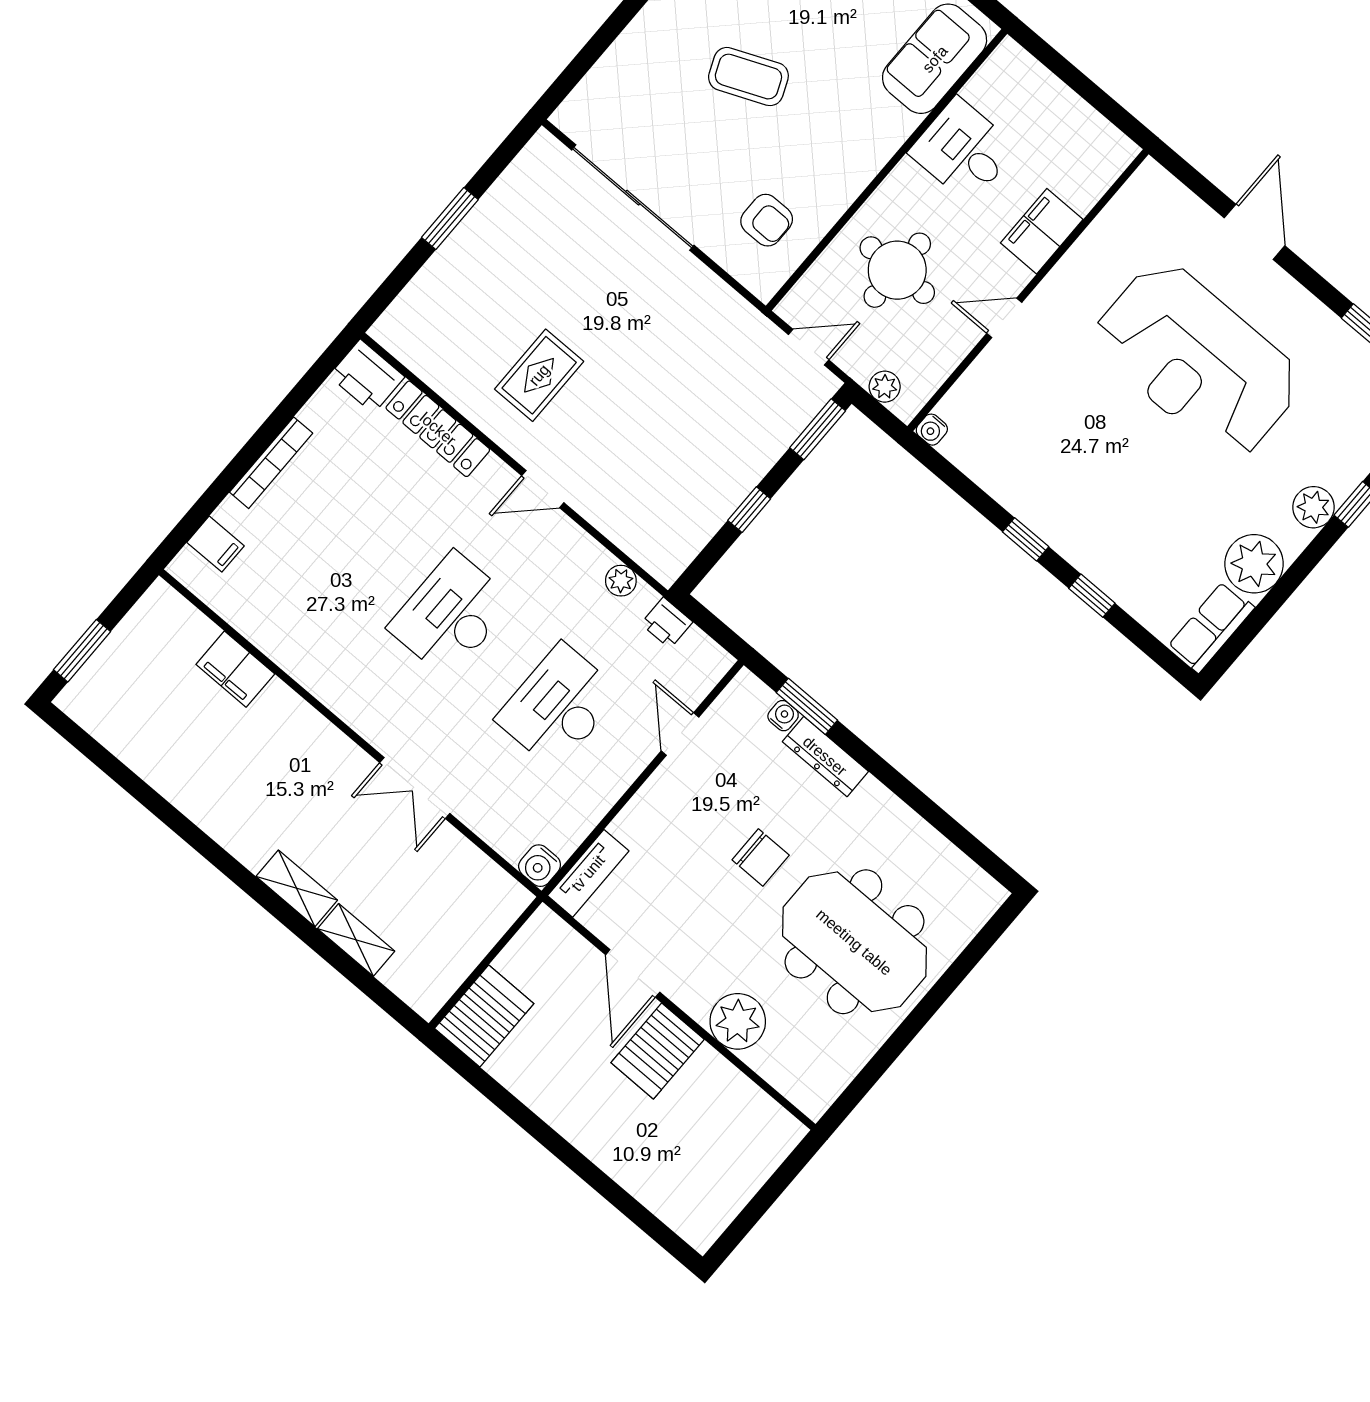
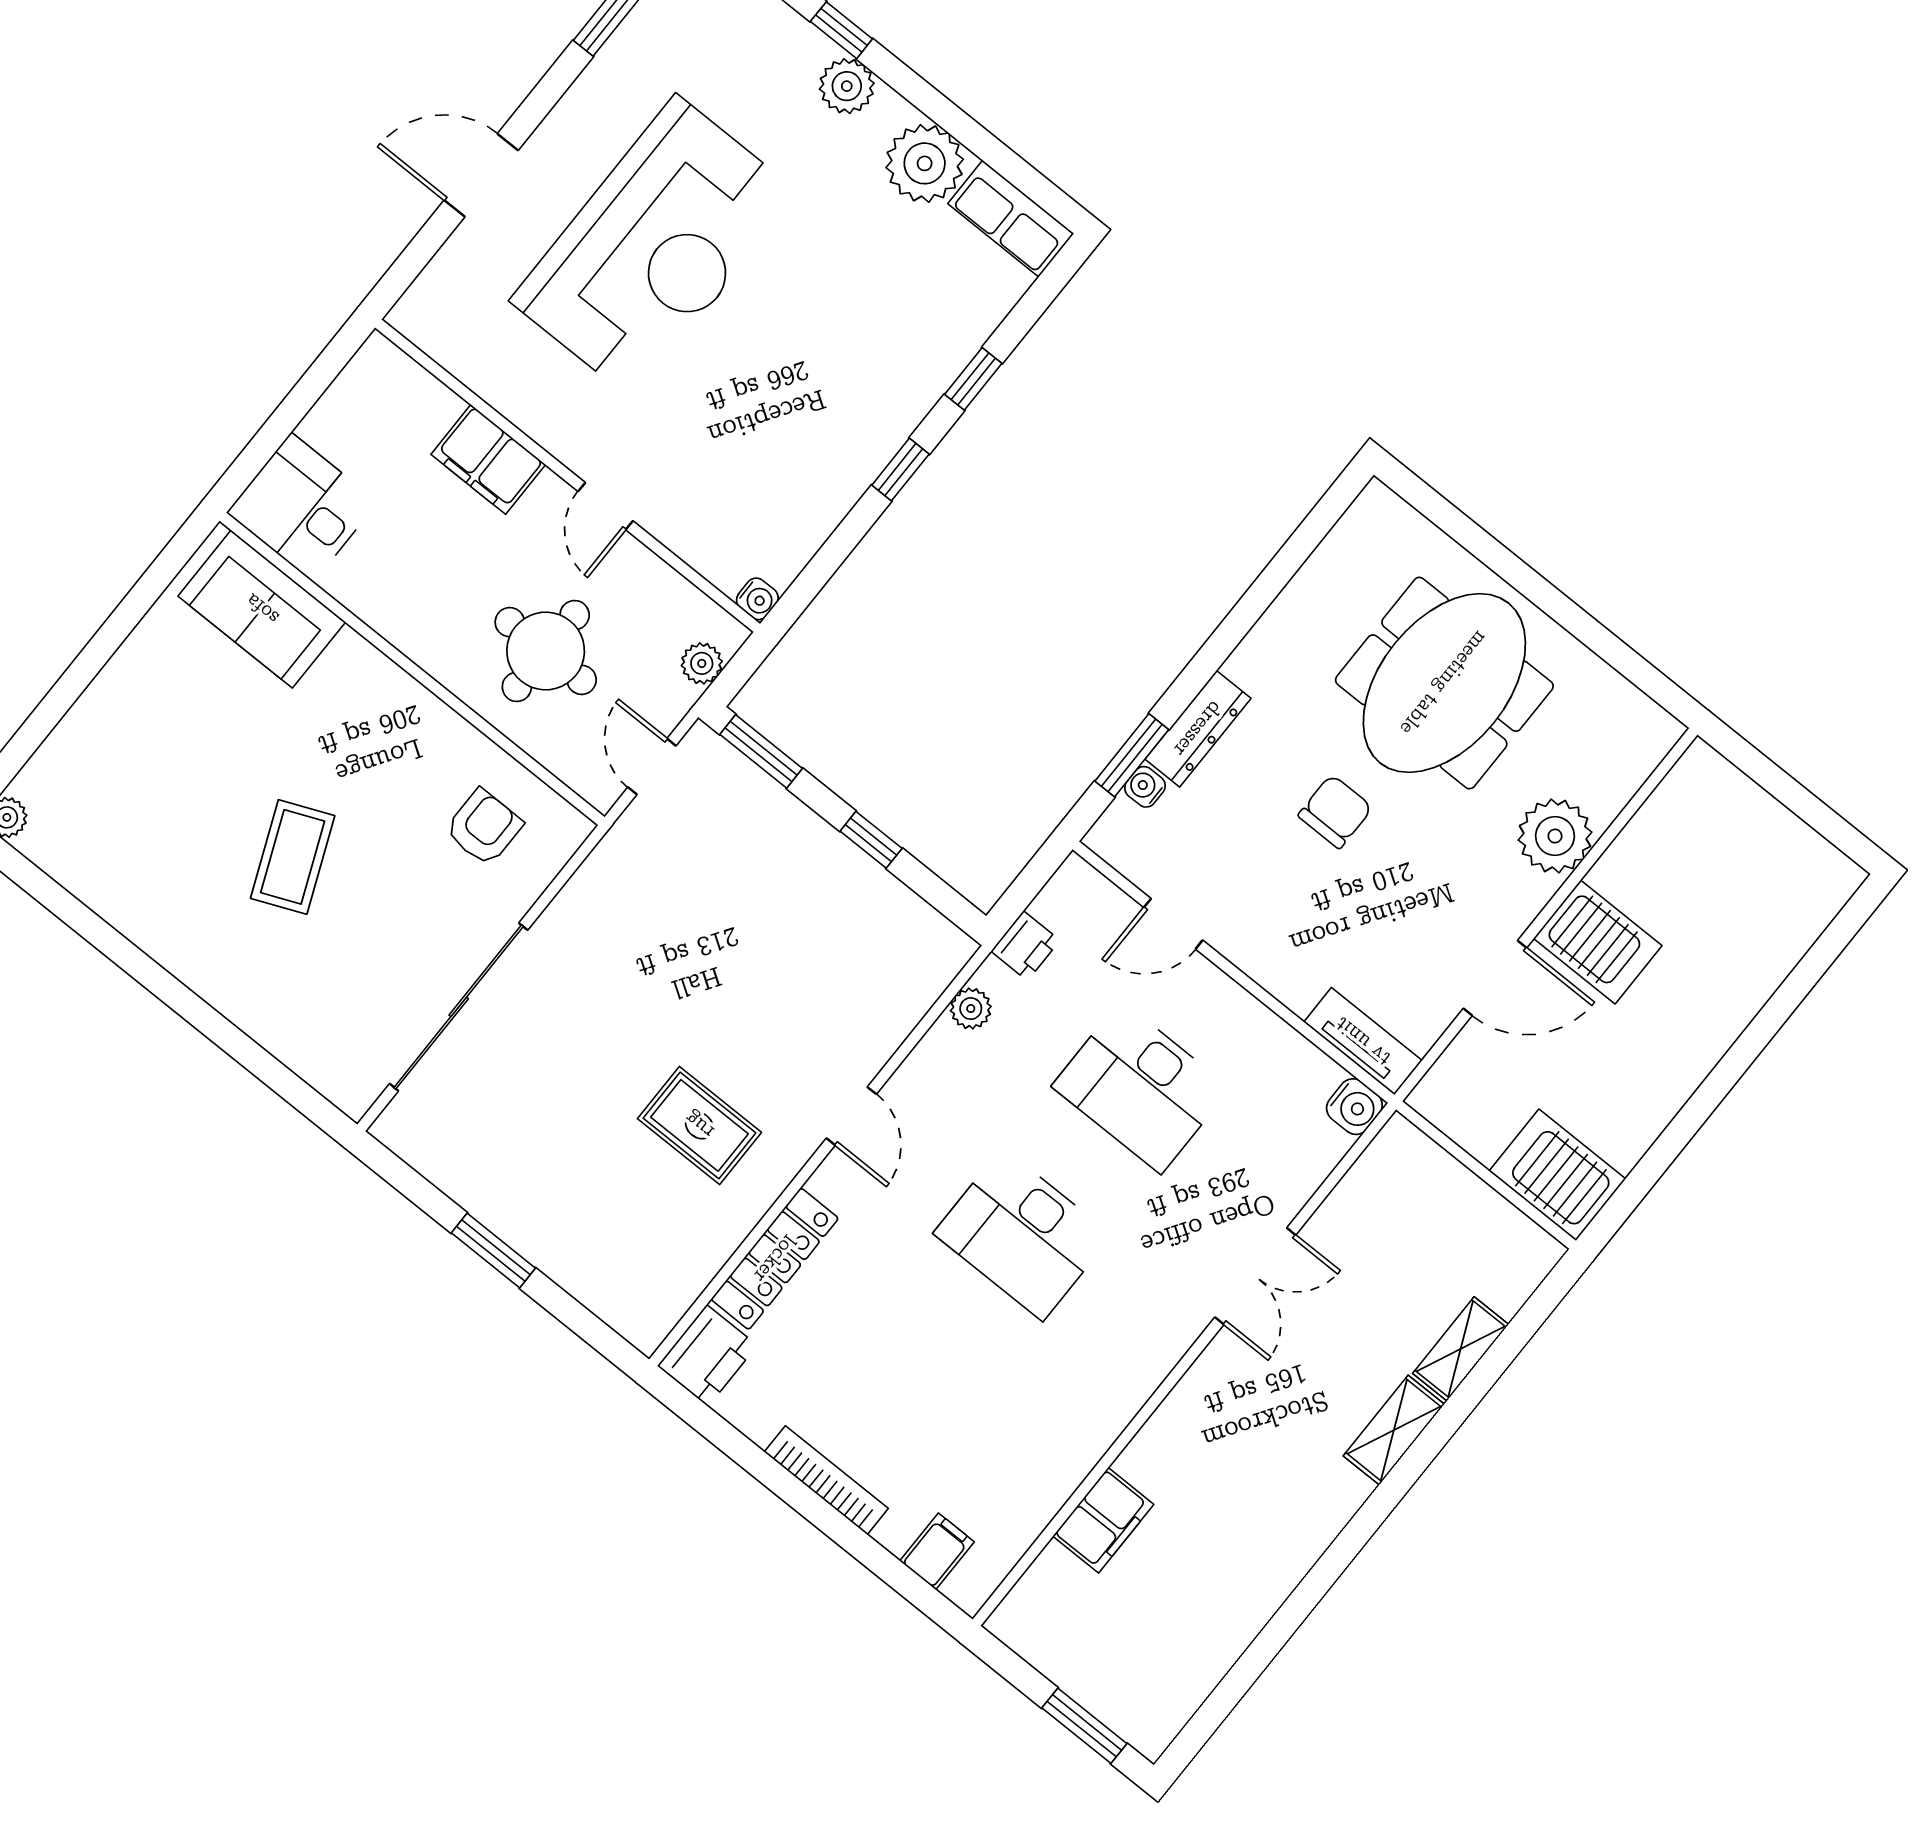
desk: (963, 150) -> (302, 507), moved, turned 90

